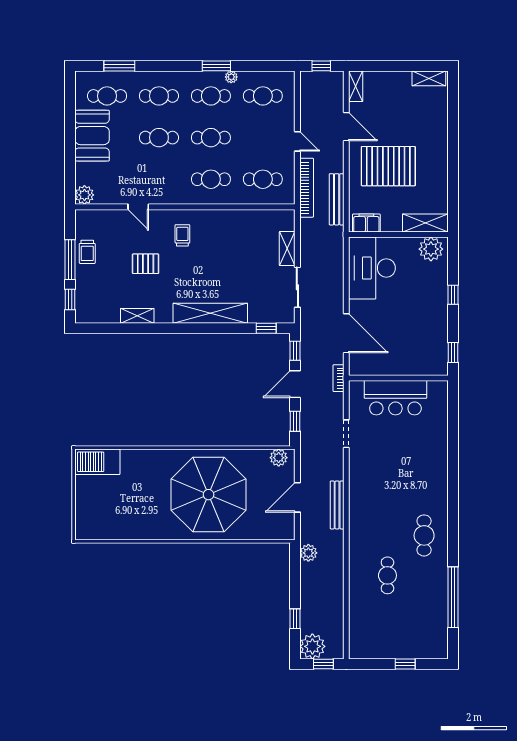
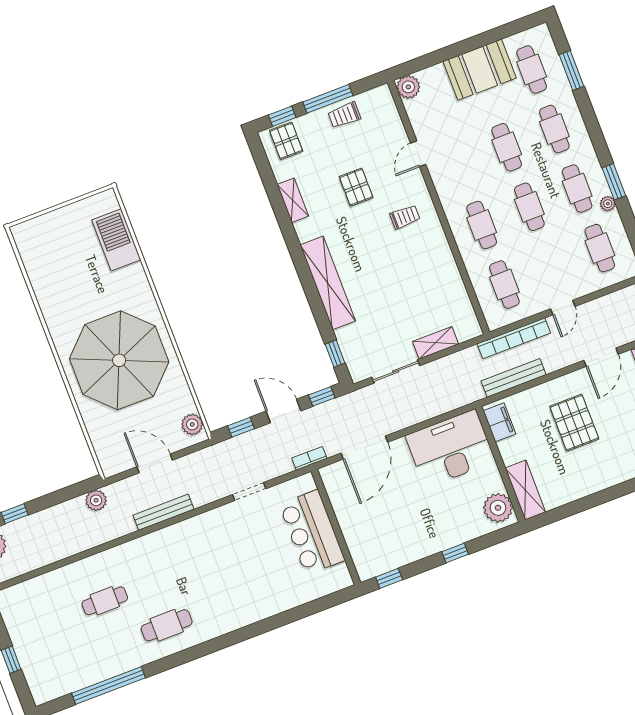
pallet: (388, 166) -> (574, 423), width x0.73, depth x0.71
pallet: (90, 304) -> (286, 141), added
barbecue: (97, 462) -> (116, 240), moved

